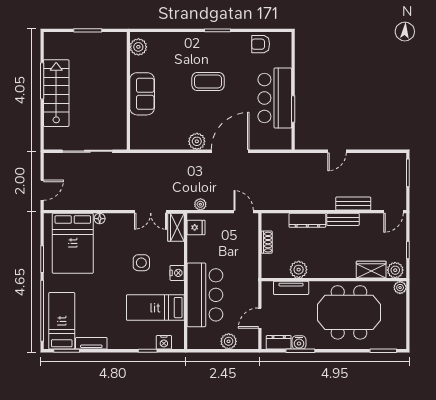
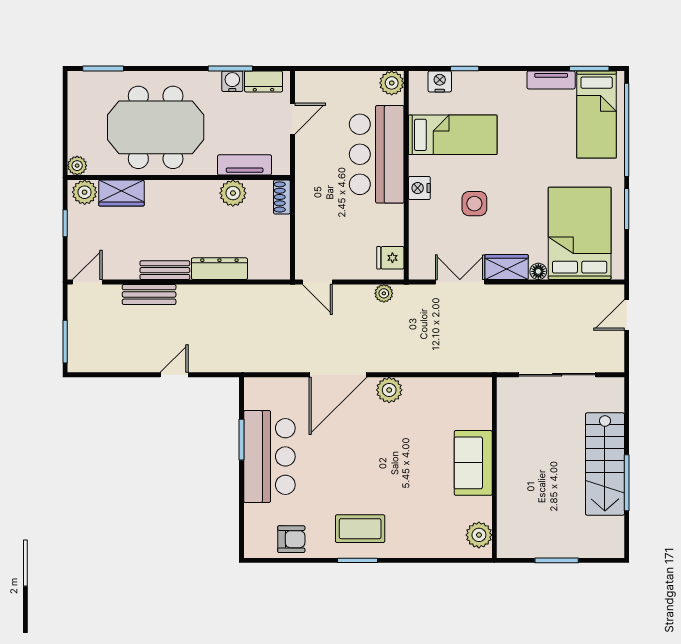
coffee table: (208, 81) -> (360, 529), moved
wardrobe: (176, 227) -> (507, 267), moved, turned -90
shoe rack: (267, 242) -> (282, 197), moved
plant: (229, 341) -> (392, 83), moved

